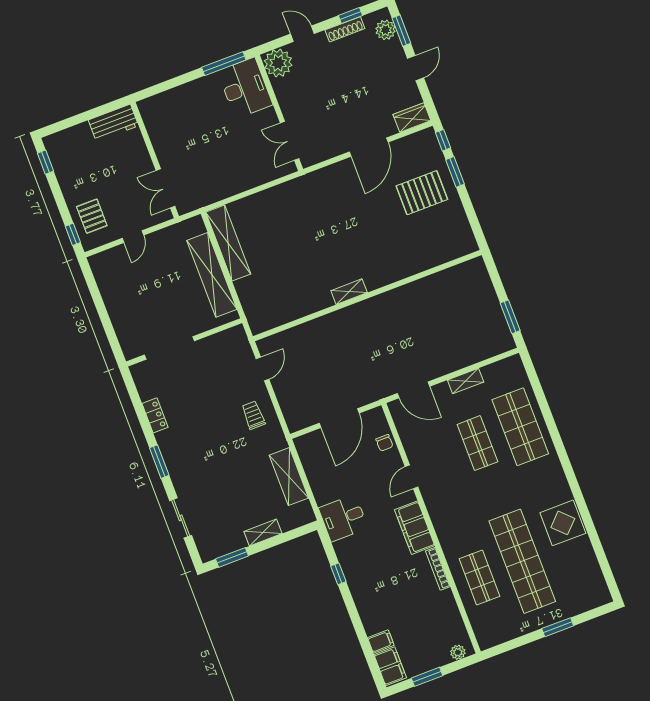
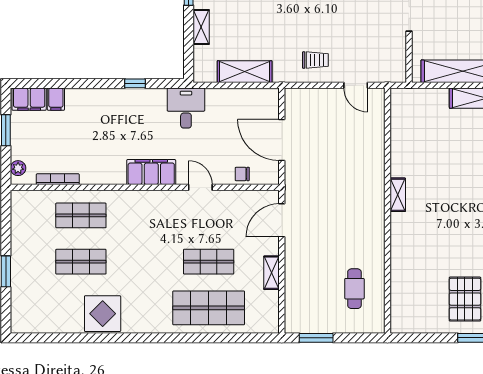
cafe table: (451, 299) -> (354, 289), added
shop shelf: (522, 561) -> (81, 262), width x0.50, depth x0.74
bookcase: (438, 569) -> (58, 179), moved

